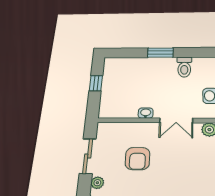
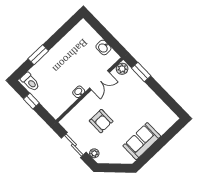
window: (160, 53) -> (38, 55), moved
toilet: (184, 67) -> (30, 82), moved

